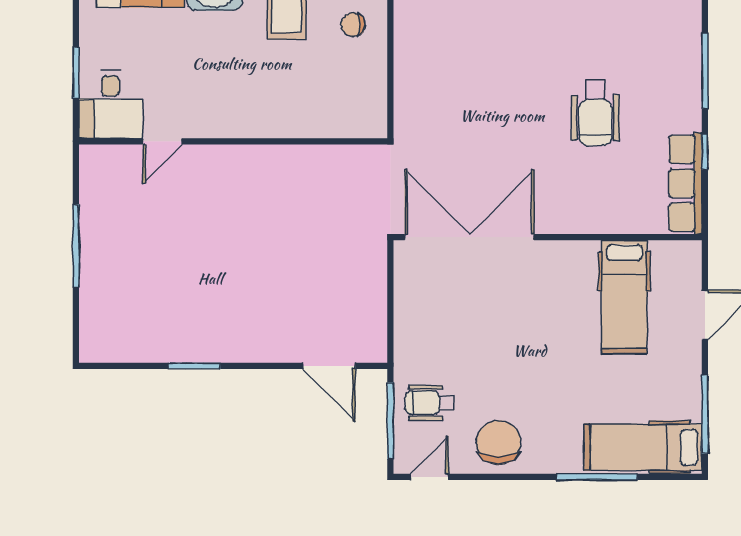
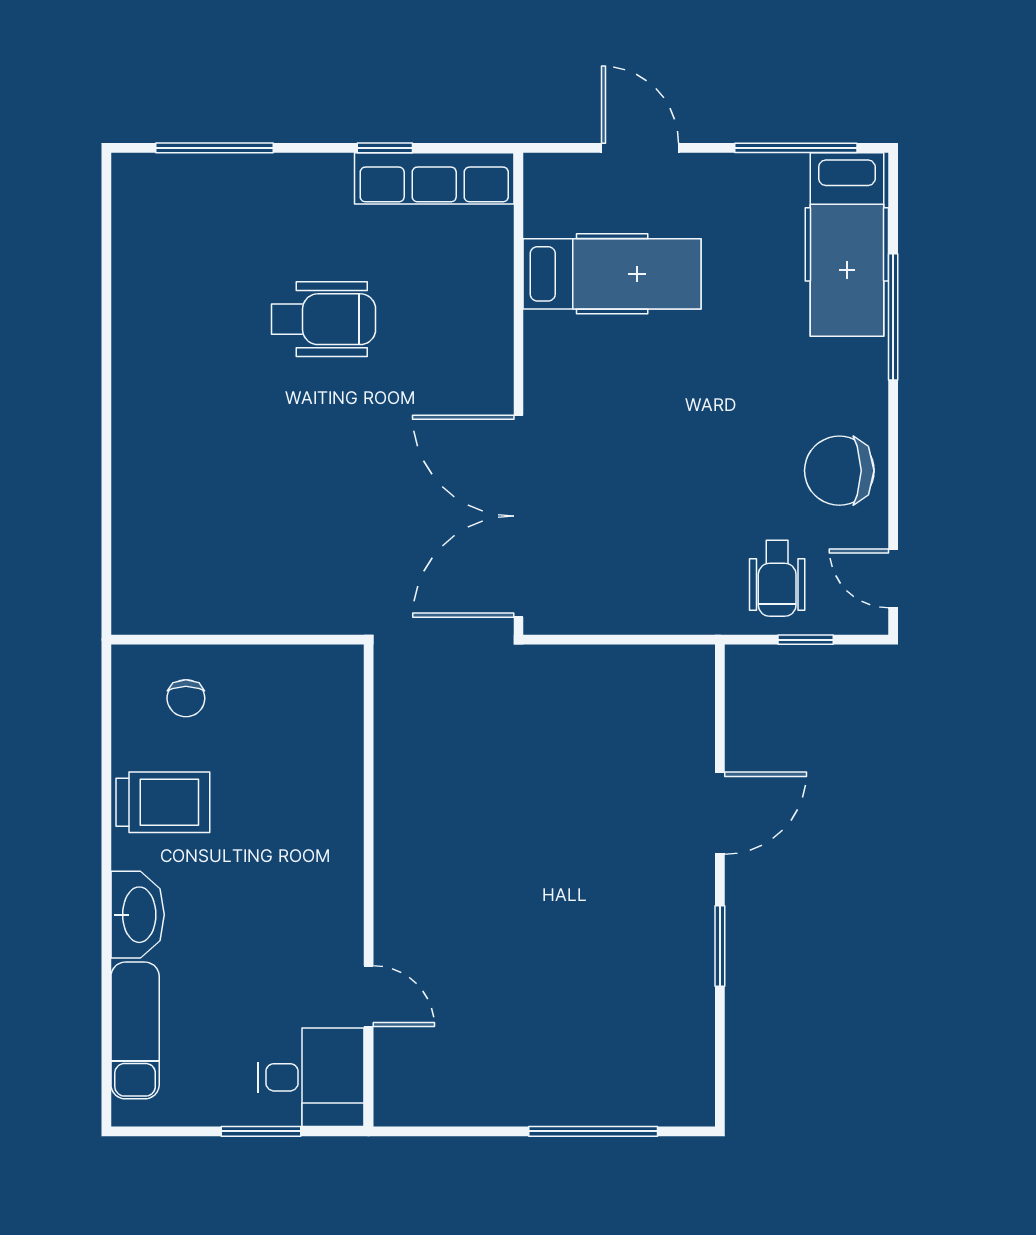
window: (705, 71) -> (214, 148), moved
window: (76, 246) -> (593, 1131), moved
door: (329, 366) -> (720, 813), moved
window: (390, 421) -> (806, 640), width x0.46

